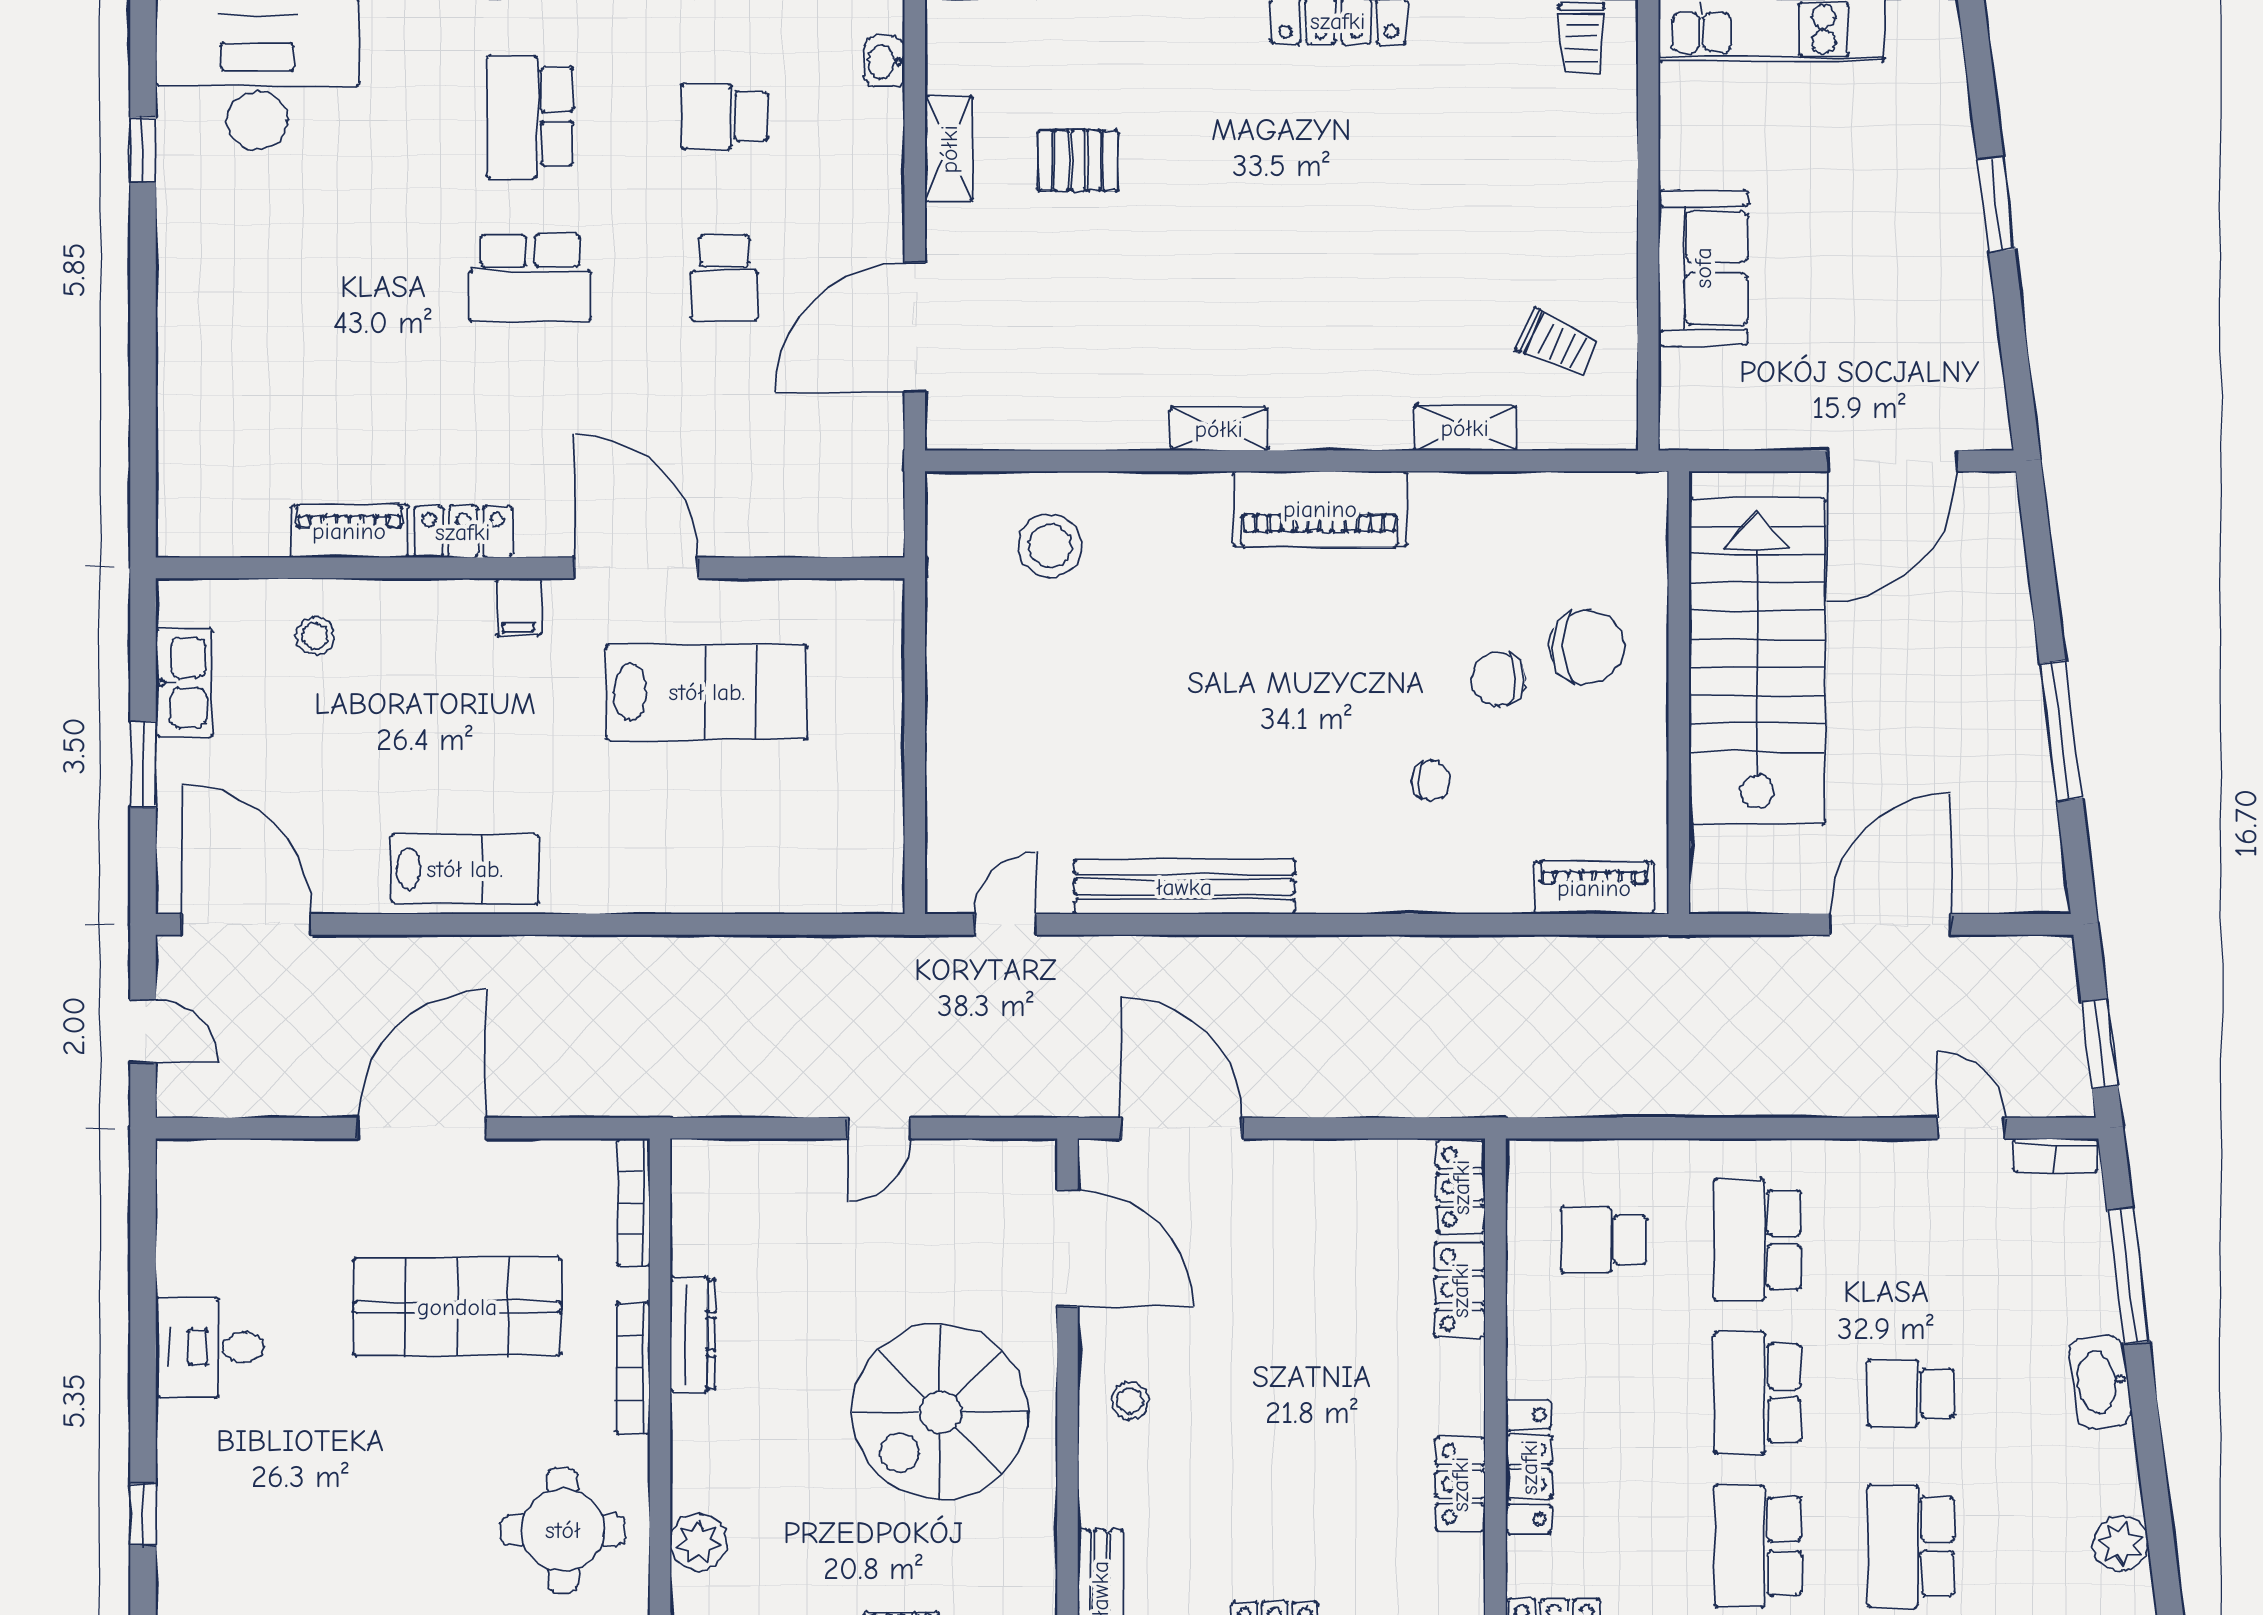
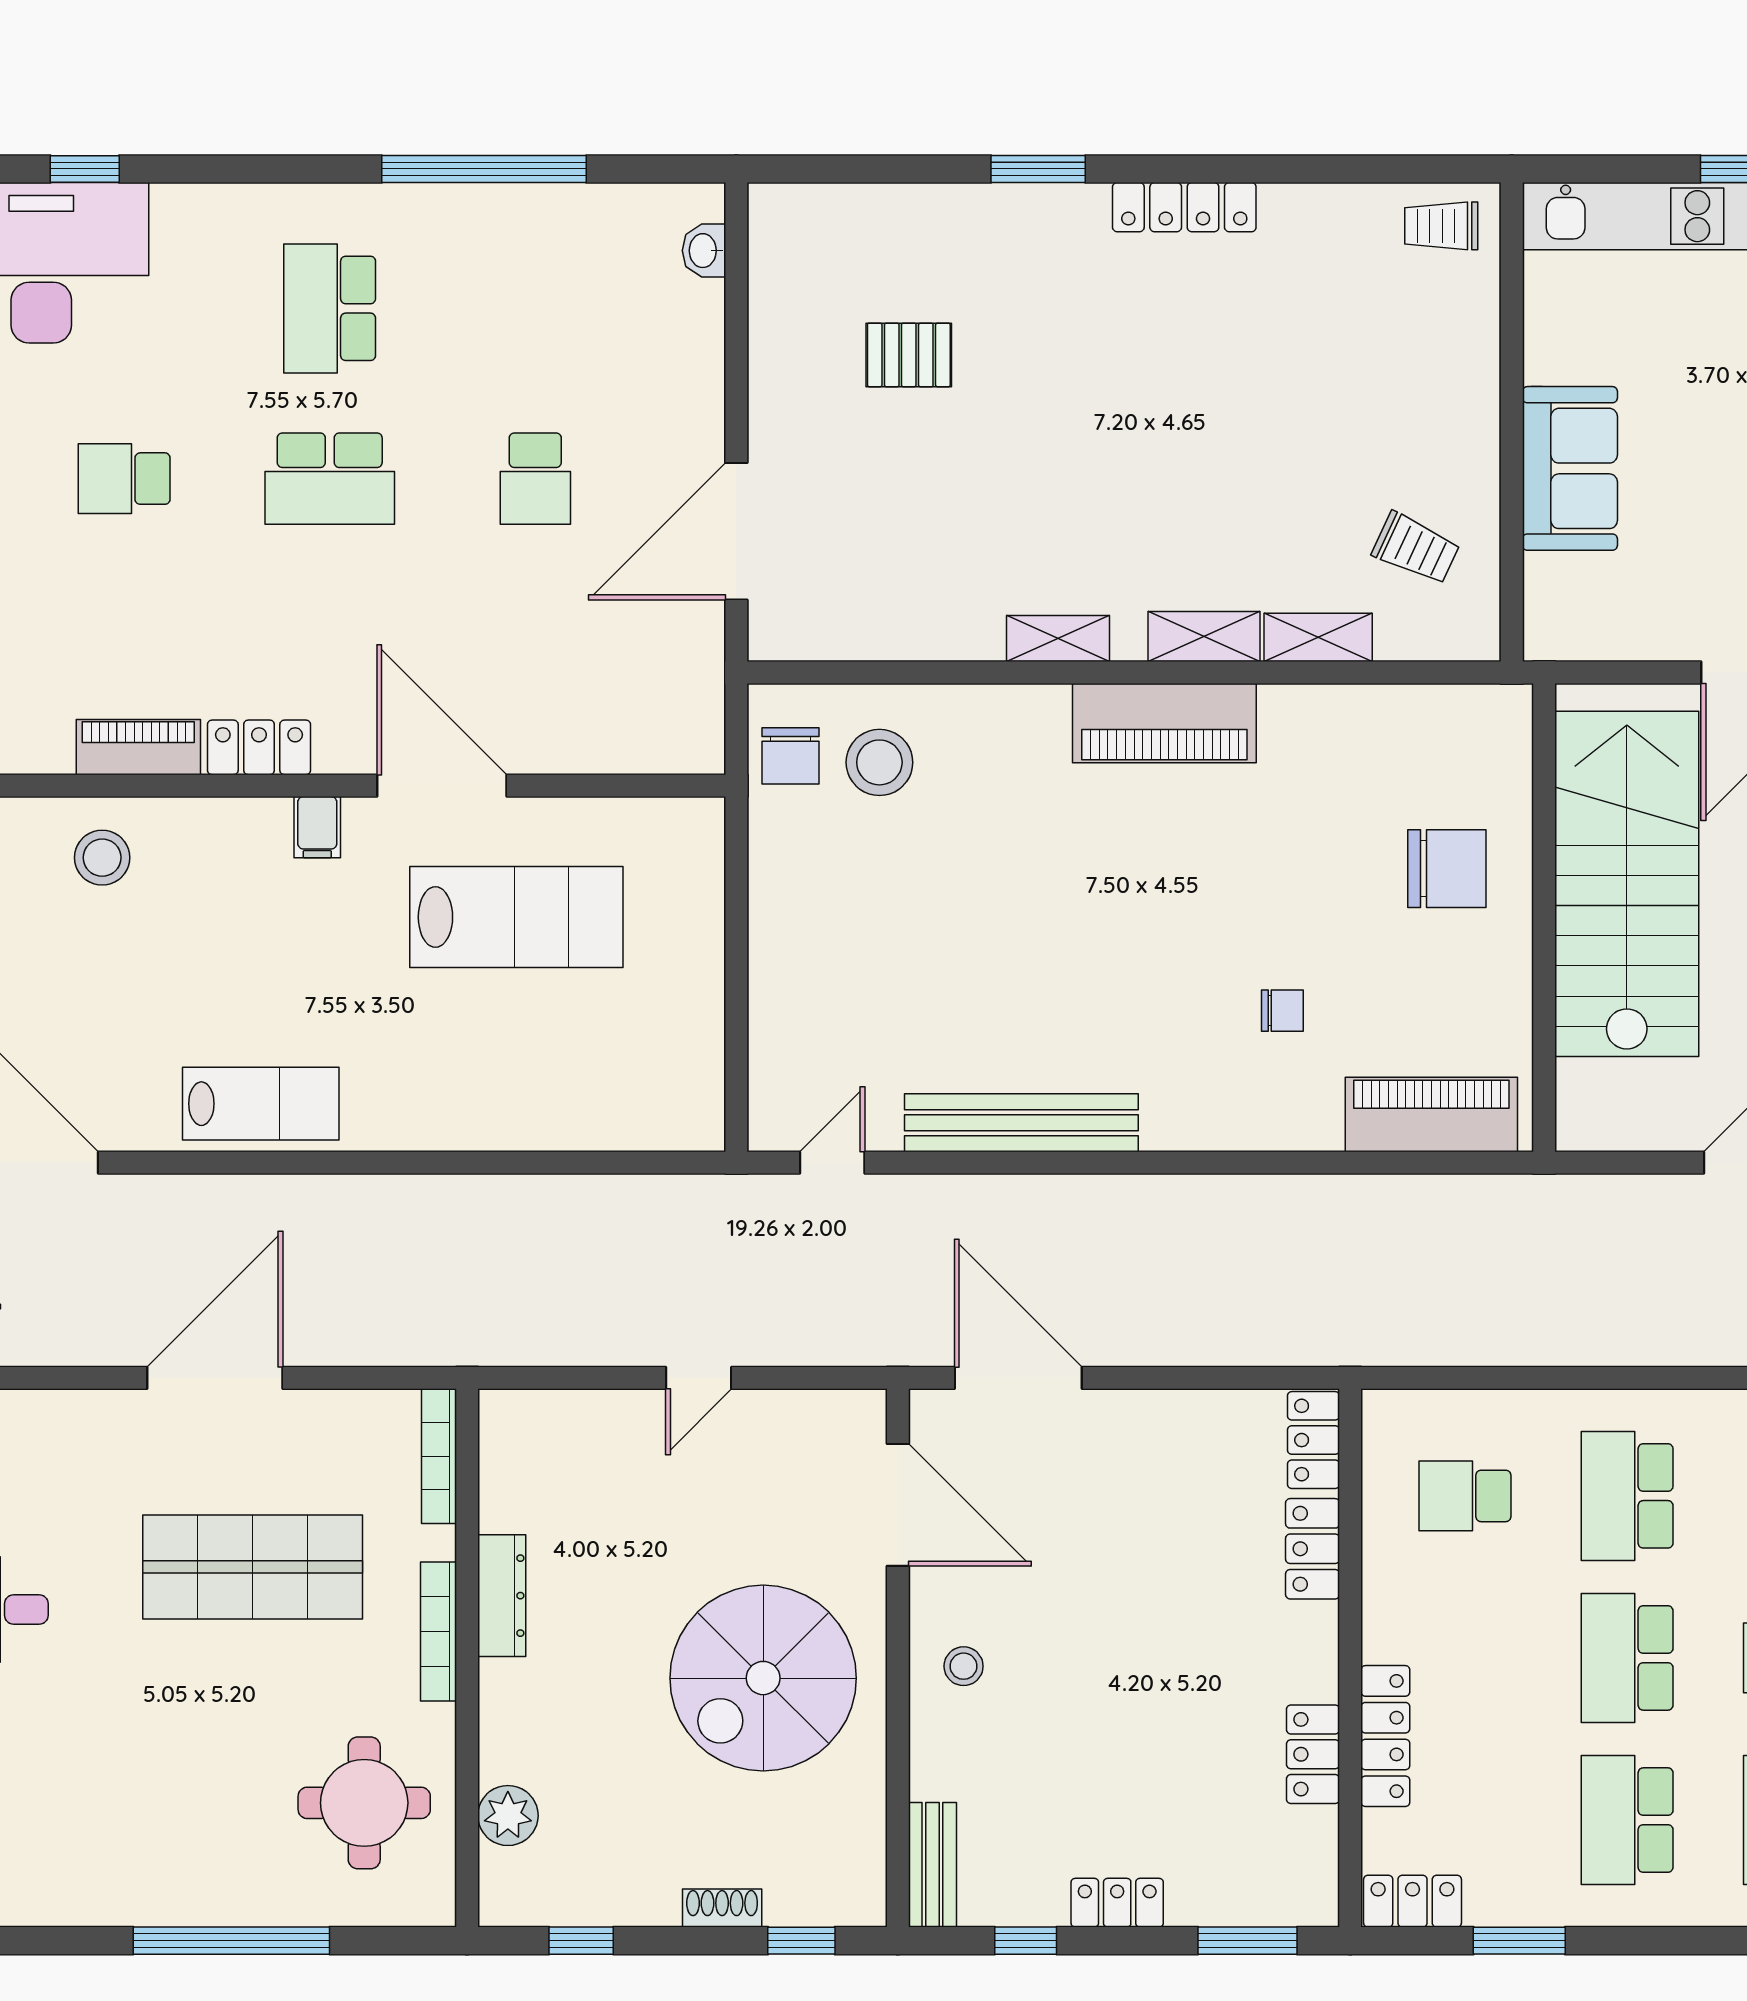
trolley: (1581, 38) -> (1441, 226), turned 90
school desk: (725, 117) -> (124, 479), moved
shelving: (949, 149) -> (1204, 637), moved, turned 90
stool: (315, 636) -> (102, 858), width x1.37, depth x1.37
chair: (1498, 679) -> (791, 756), moved, turned -90
piano: (1594, 888) -> (1431, 1114), width x1.37, depth x1.33

